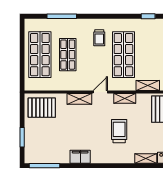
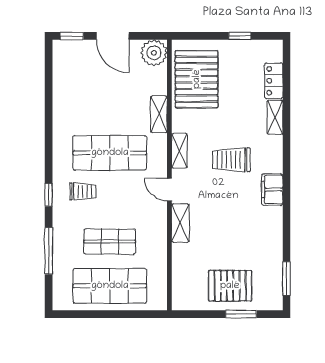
window: (148, 16) -> (49, 195), moved
pallet: (42, 108) -> (230, 286), moved, turned 90
filing cabinet: (80, 157) -> (272, 190), moved
window: (45, 166) -> (286, 278), width x0.69

